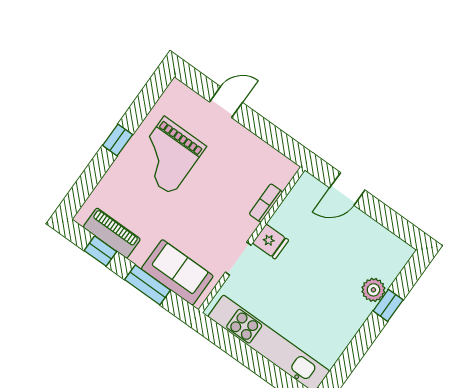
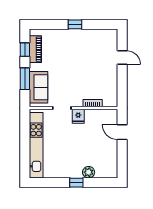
grand piano: (168, 156) -> (83, 49), removed
window: (388, 305) -> (76, 183), moved

